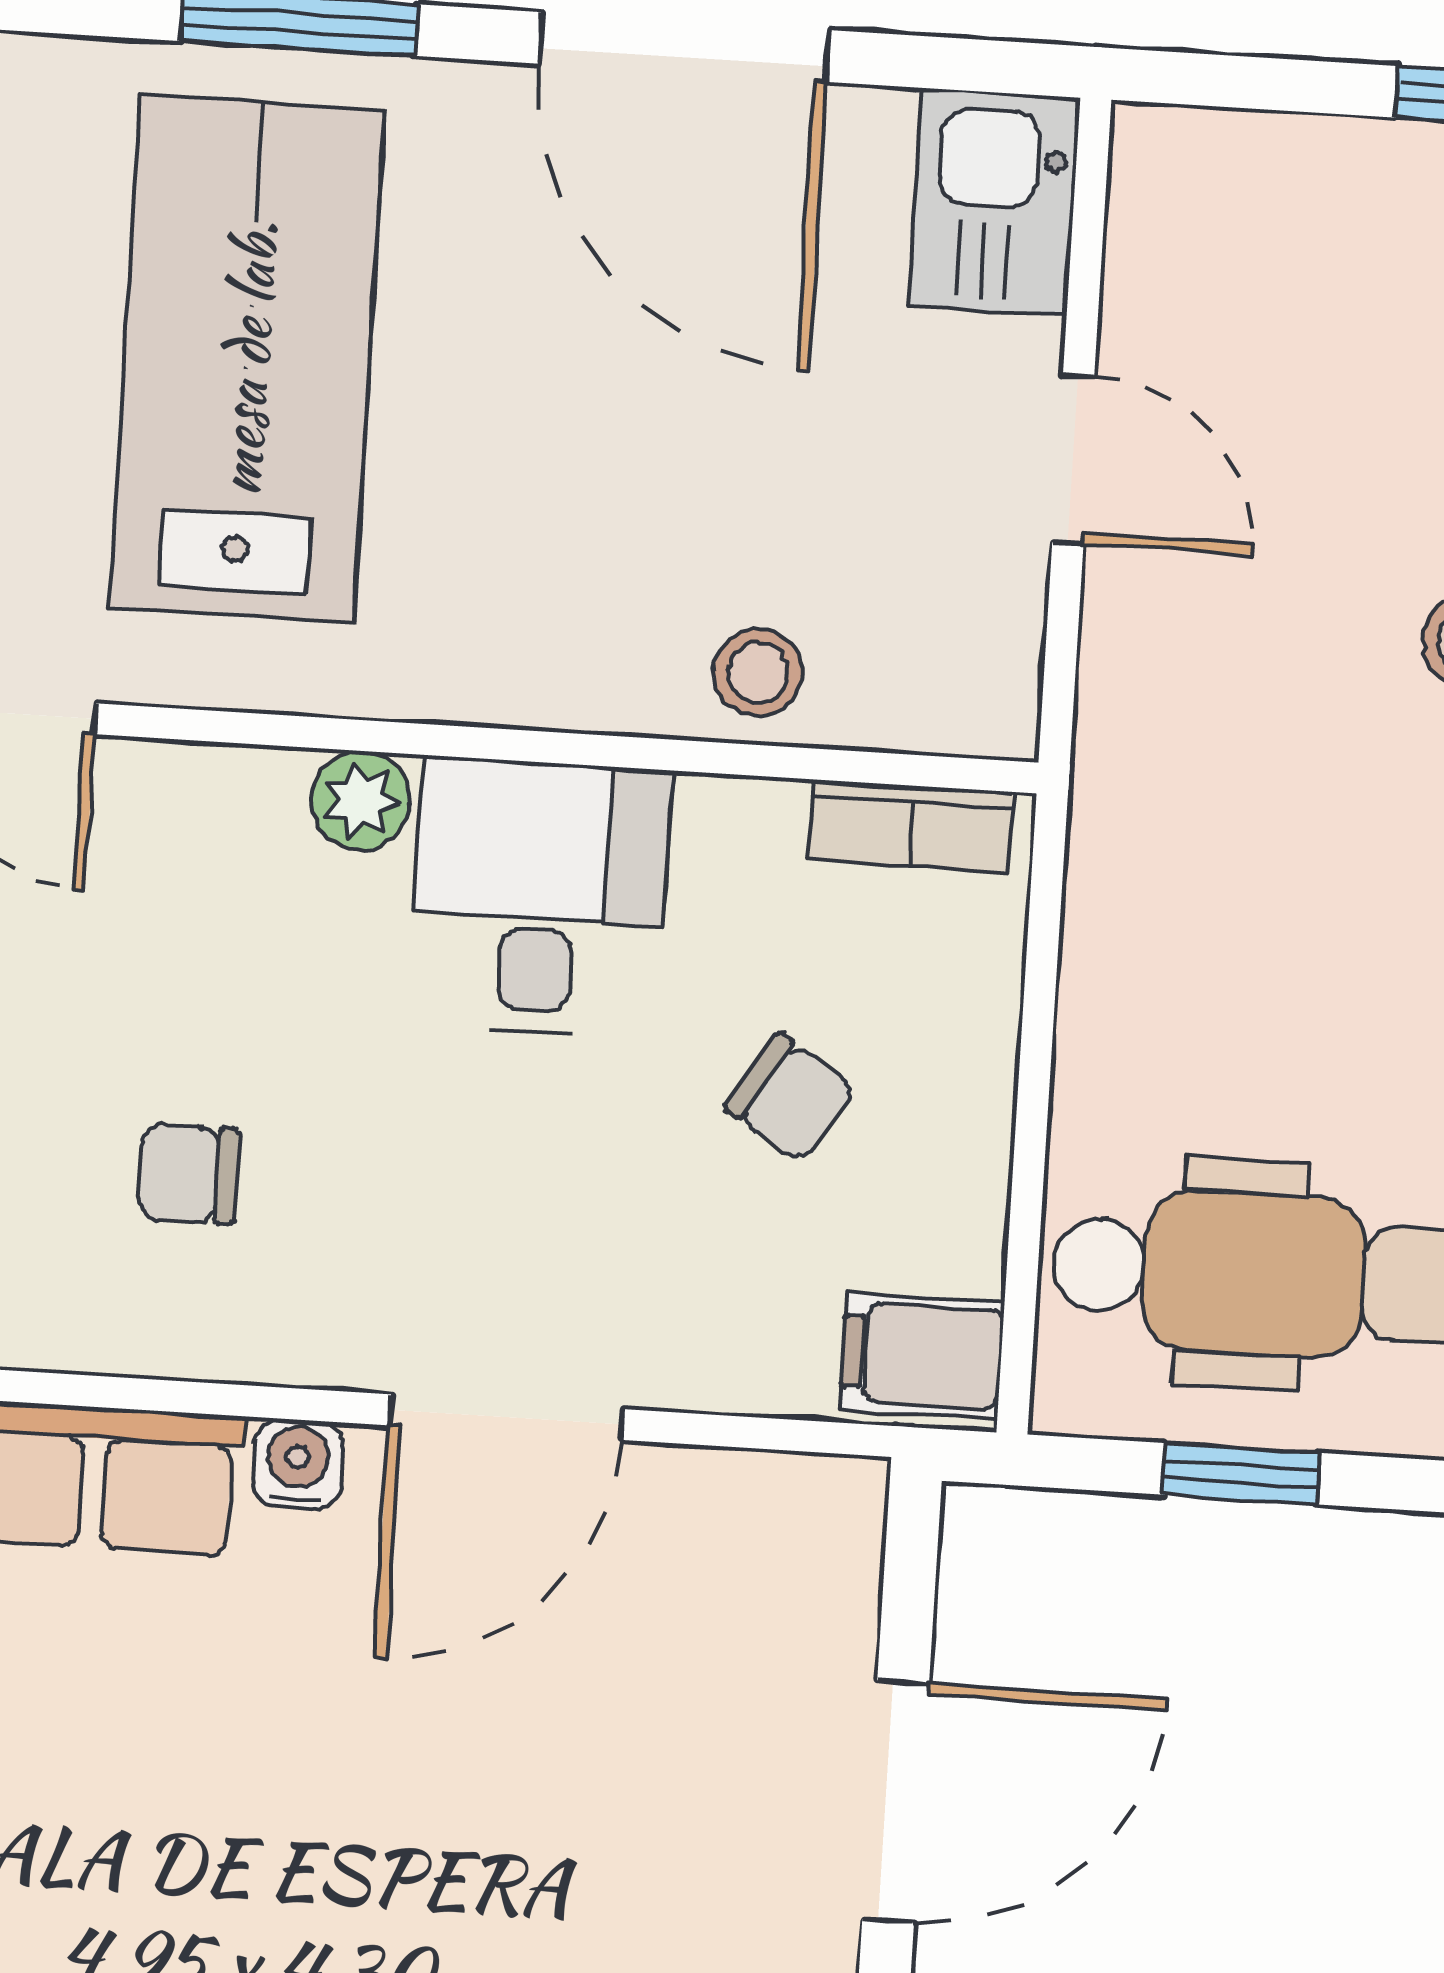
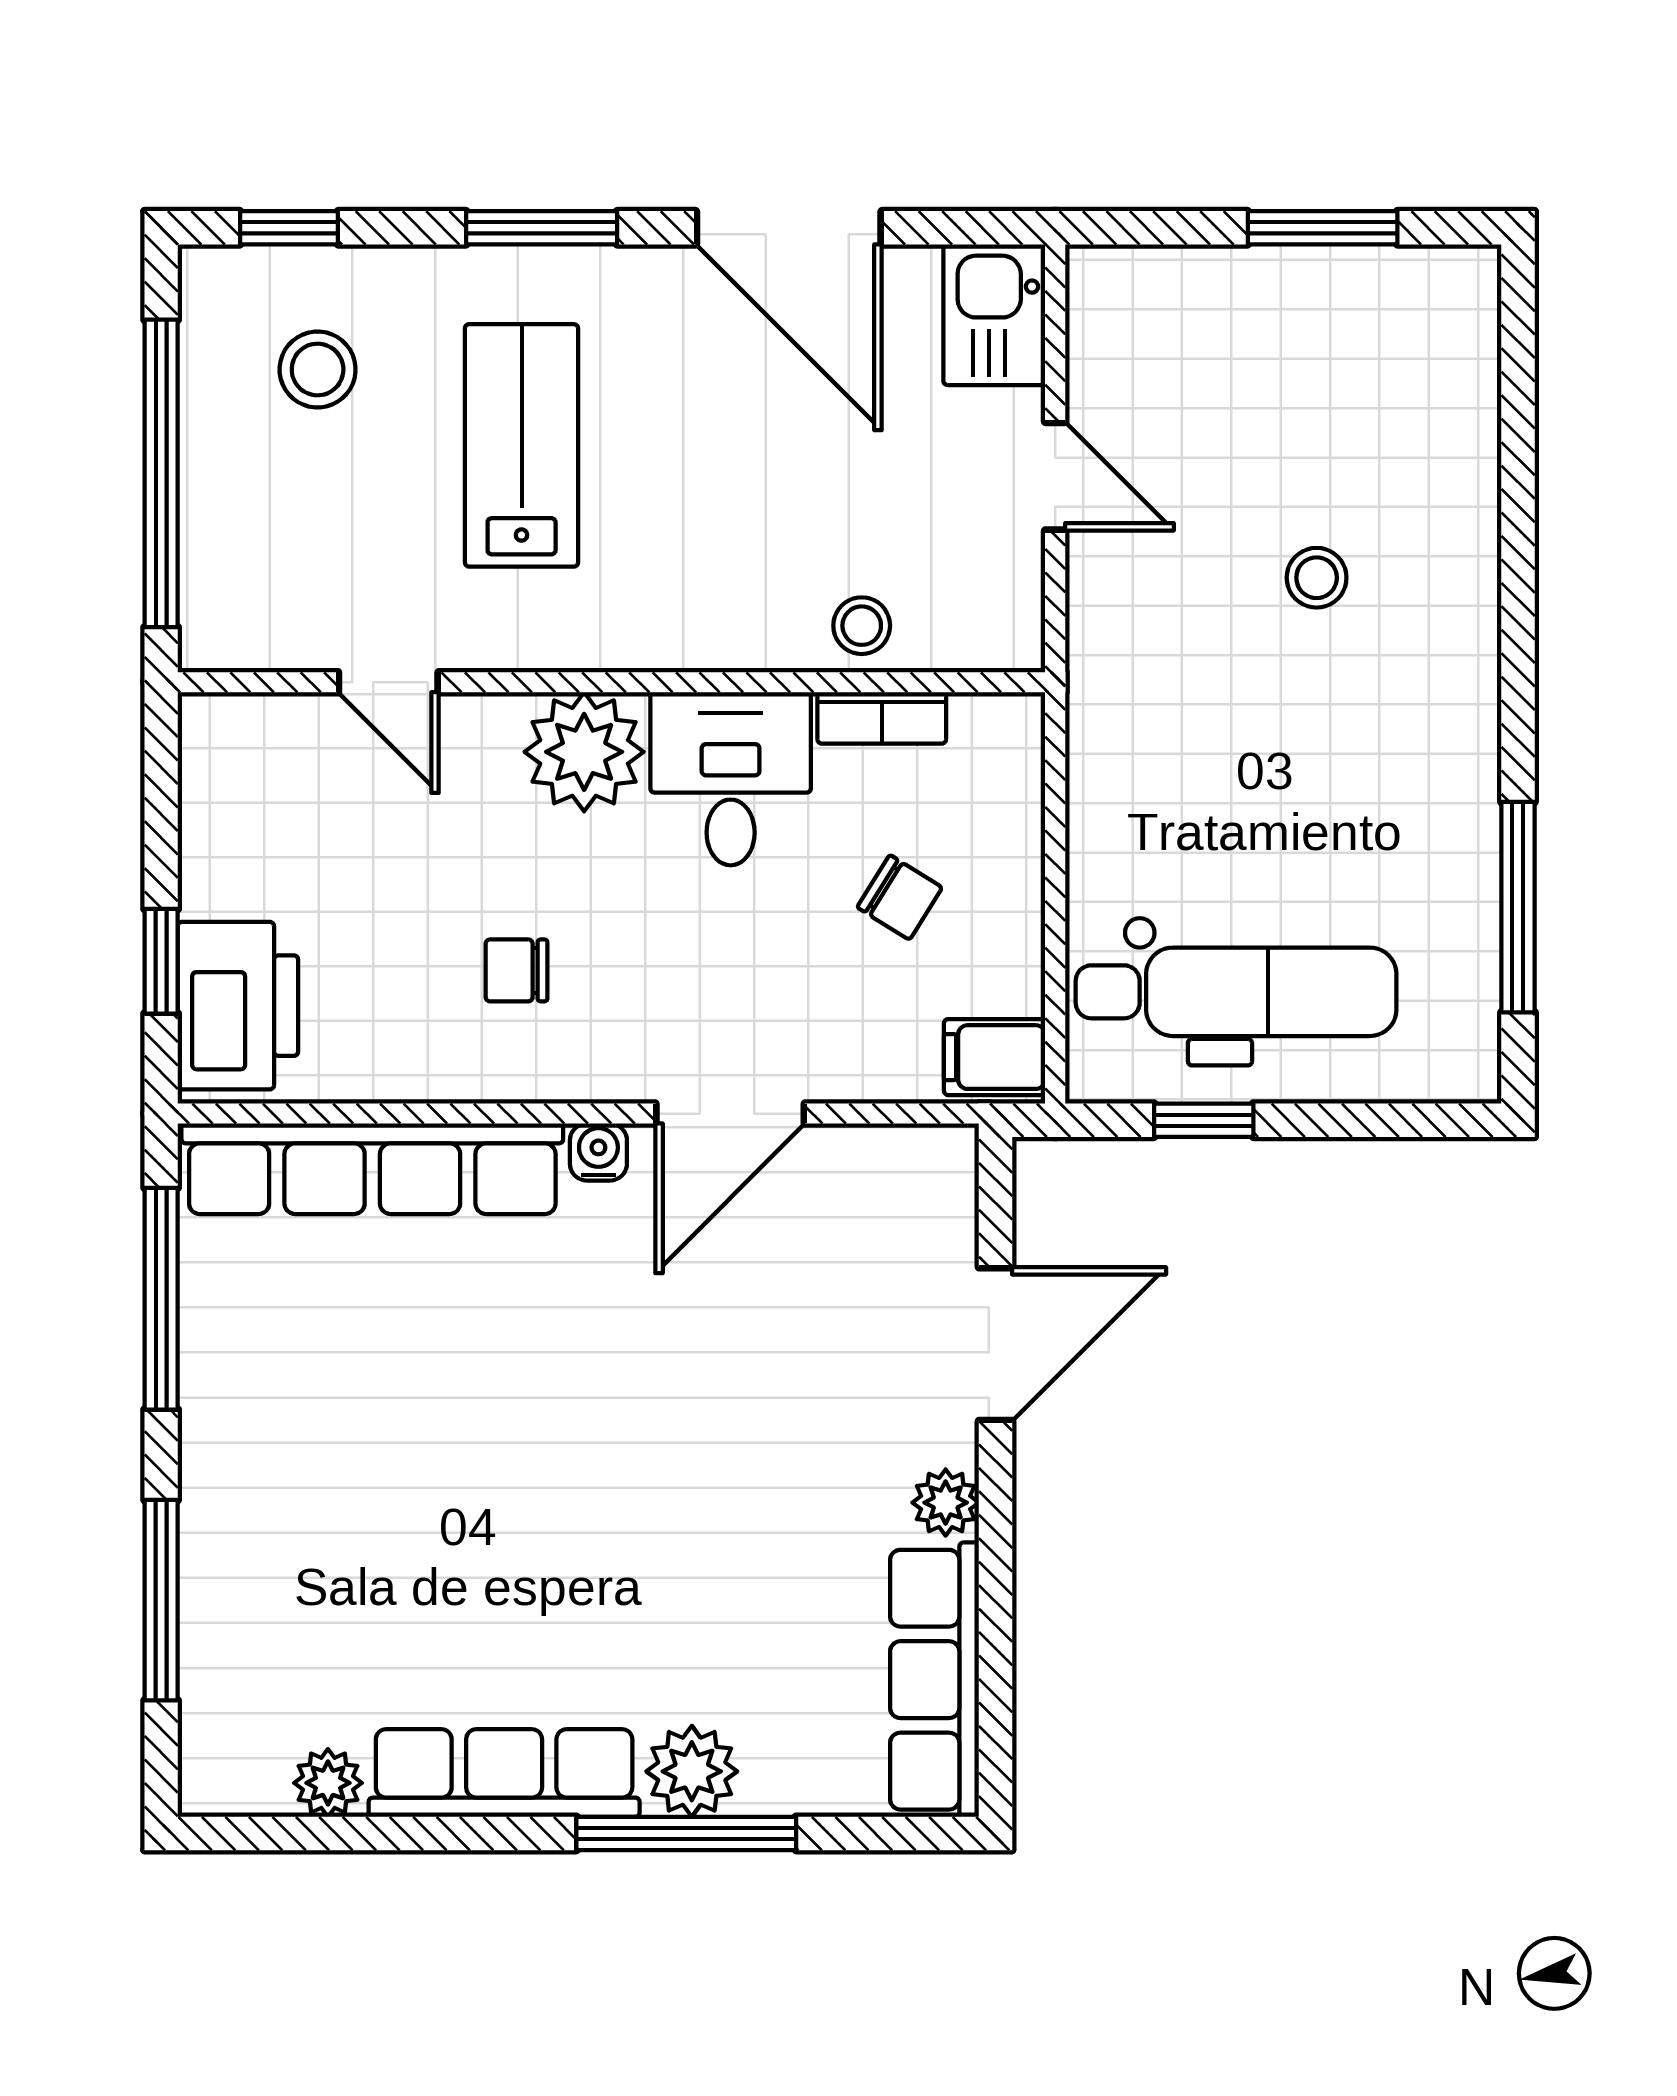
lab bench: (247, 359) -> (522, 445), width x0.73, depth x0.72
plant: (360, 801) -> (584, 752), width x1.88, depth x1.88
bookcase: (911, 826) -> (882, 718), moved

